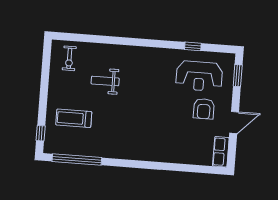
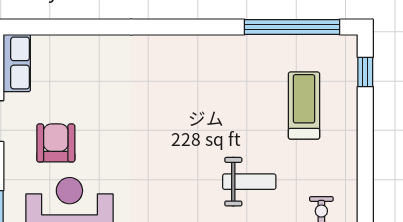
treadmill: (74, 118) -> (304, 106), turned -90

